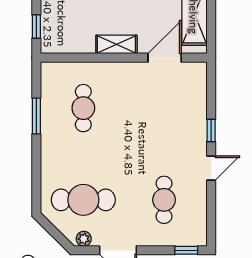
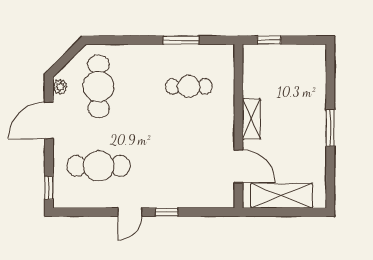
door: (211, 168) -> (130, 212), hinge flipped
cafe table: (164, 200) -> (98, 166), width x1.37, depth x1.35

